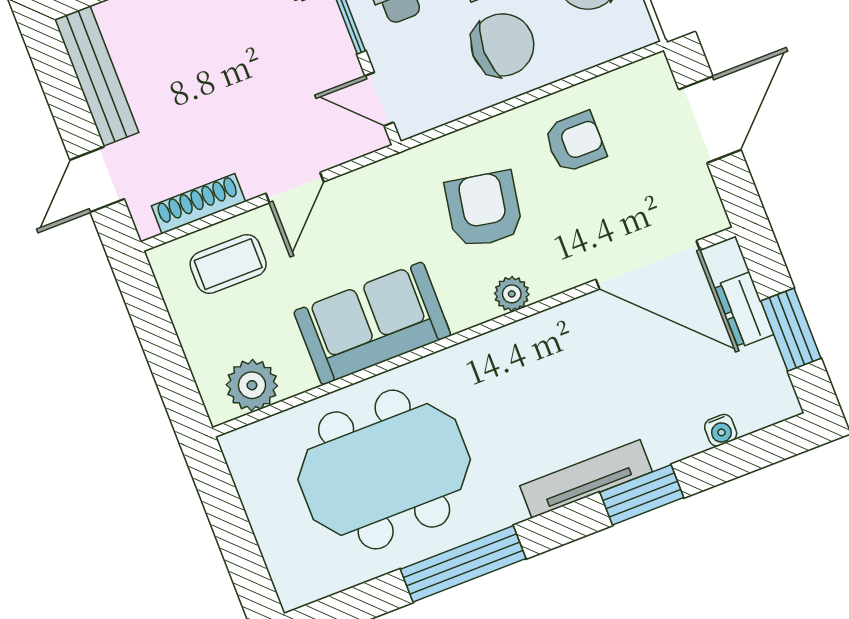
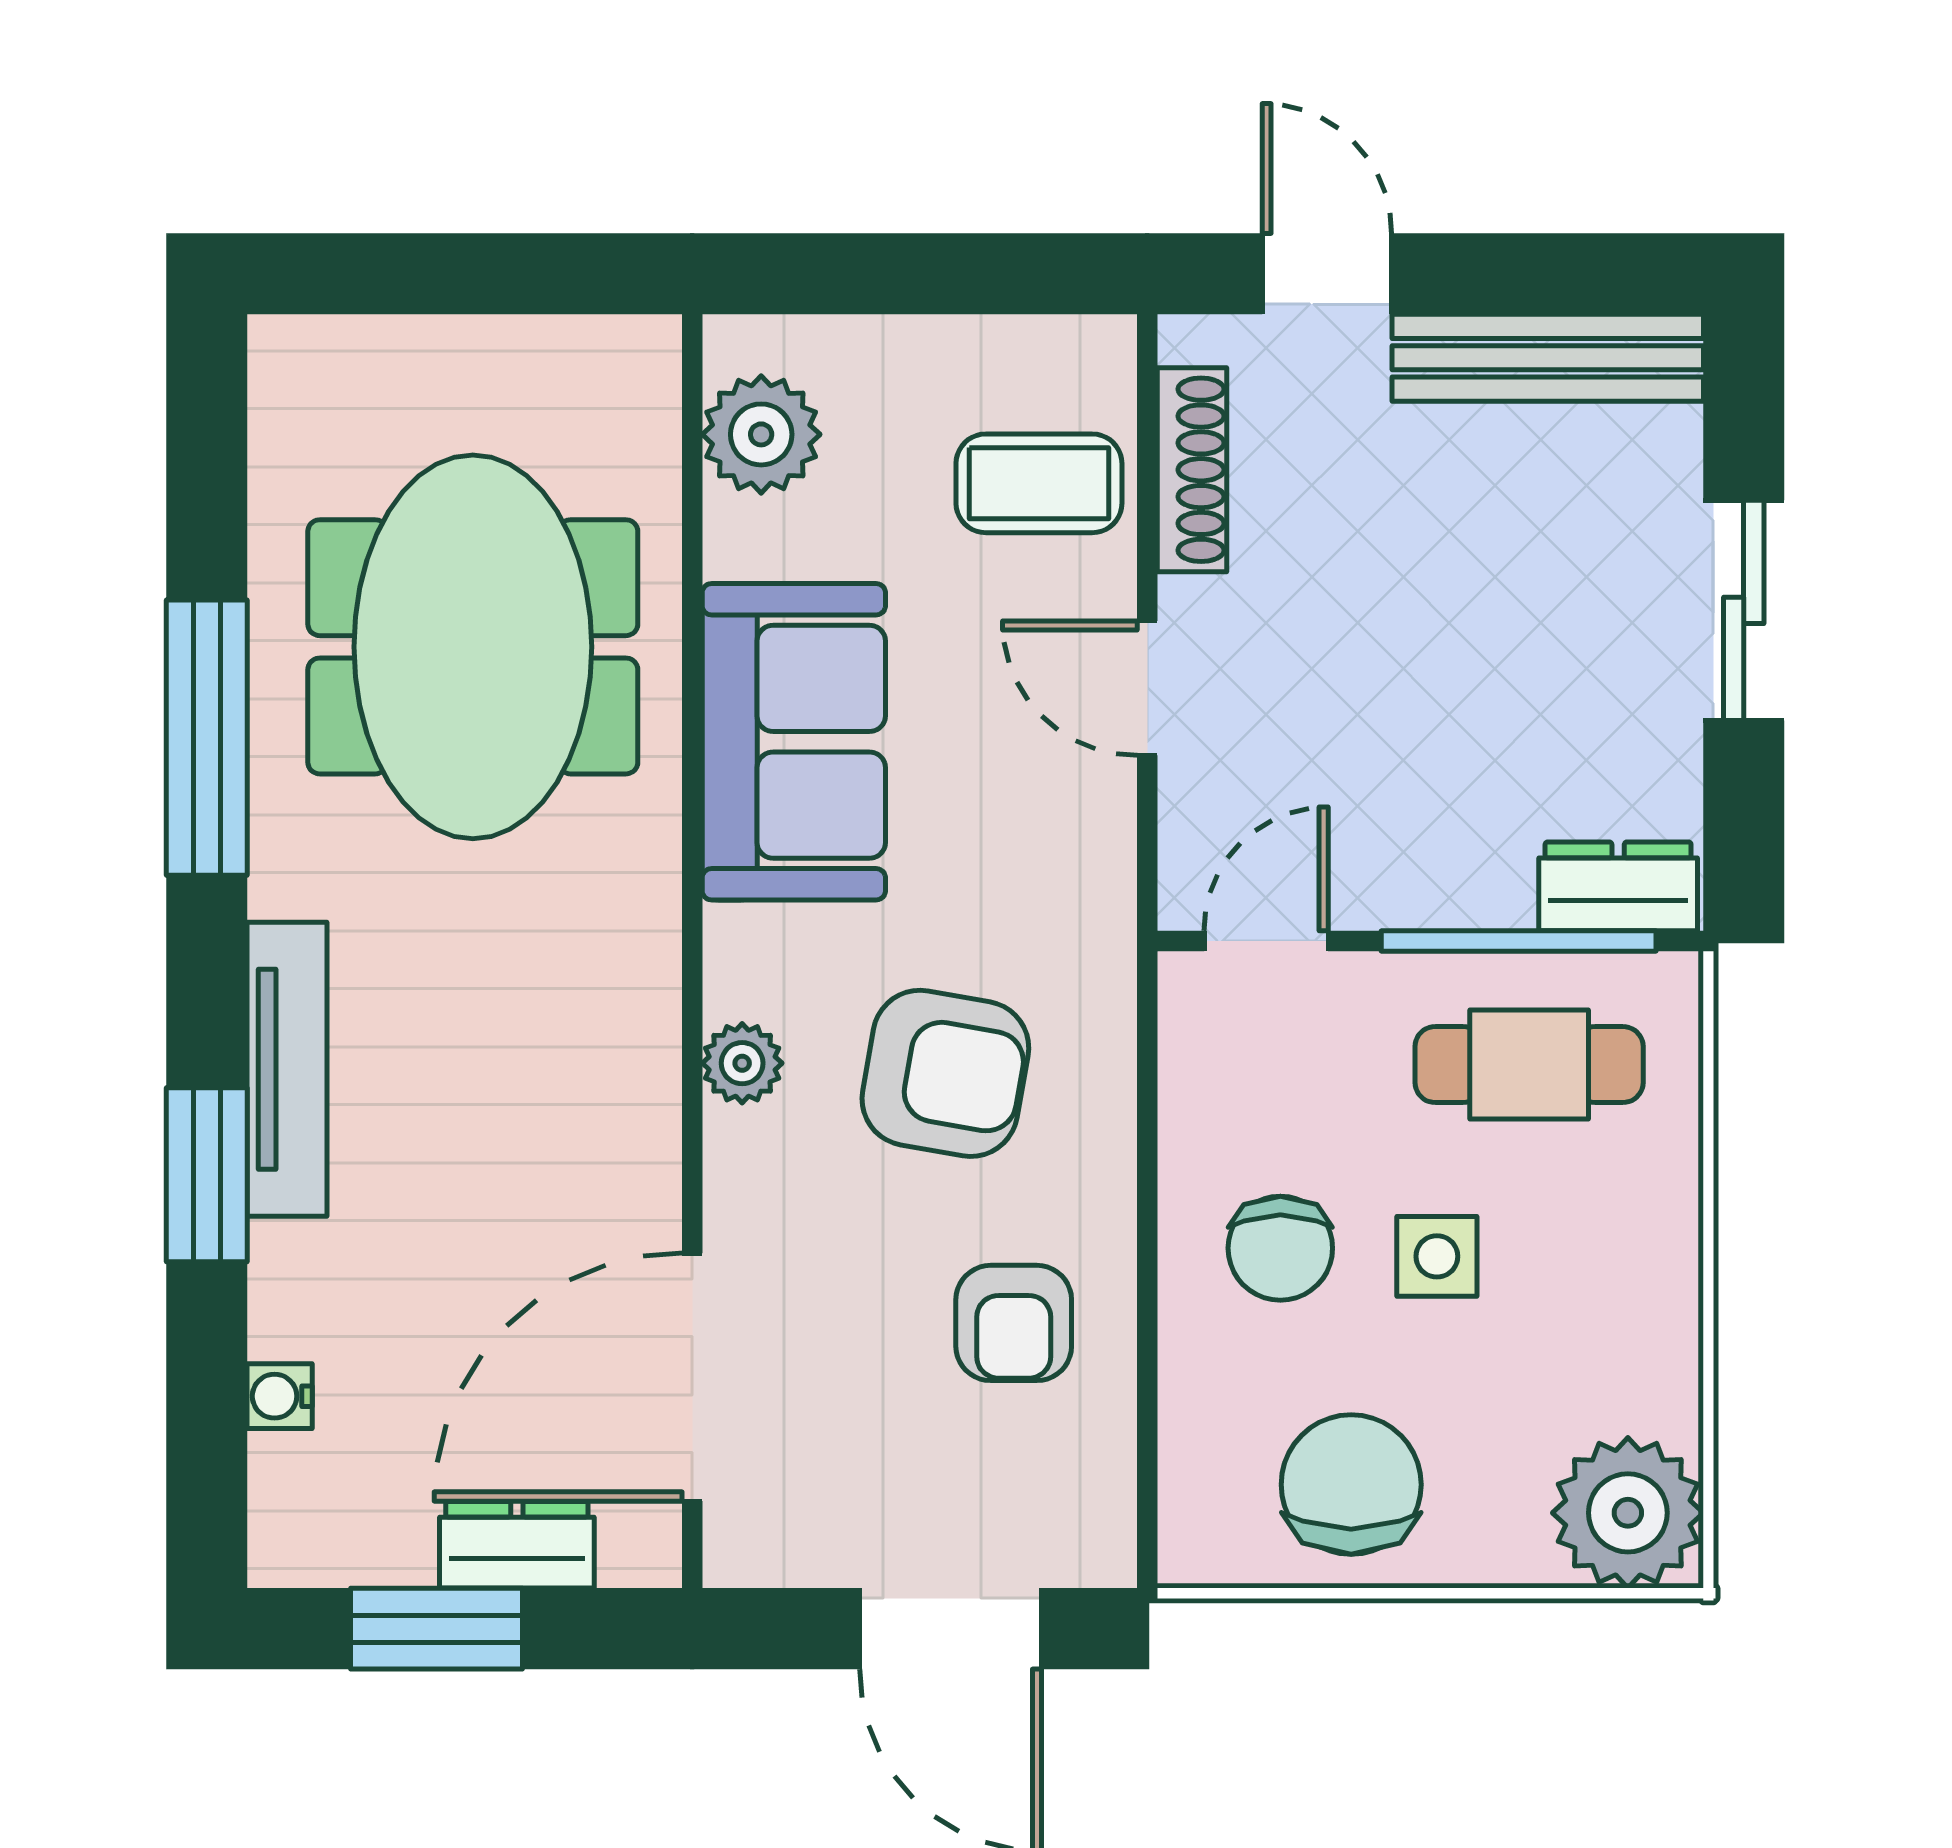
chair: (502, 45) -> (1280, 1248), width x0.73, depth x0.73
coffee table: (228, 264) -> (1039, 483), turned 90

